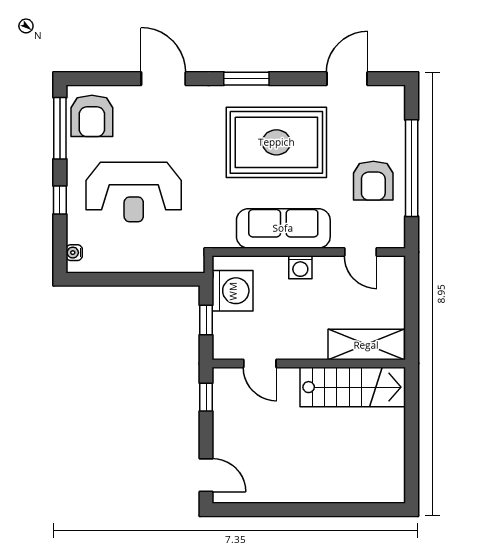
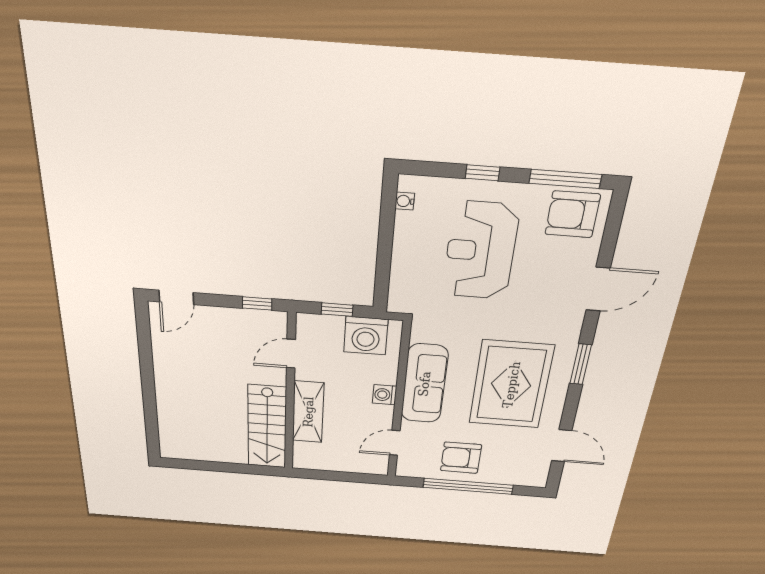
water cooler: (74, 253) -> (405, 201), moved, turned -90
shelving: (366, 345) -> (308, 412), moved

